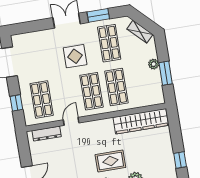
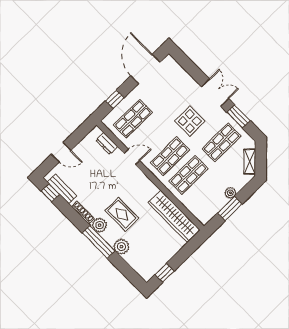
dresser: (47, 134) -> (107, 143), width x0.70

